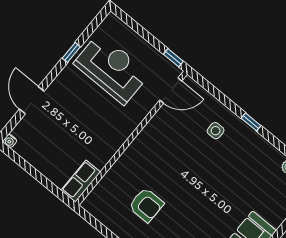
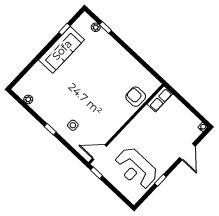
armchair: (146, 205) -> (136, 97), moved

